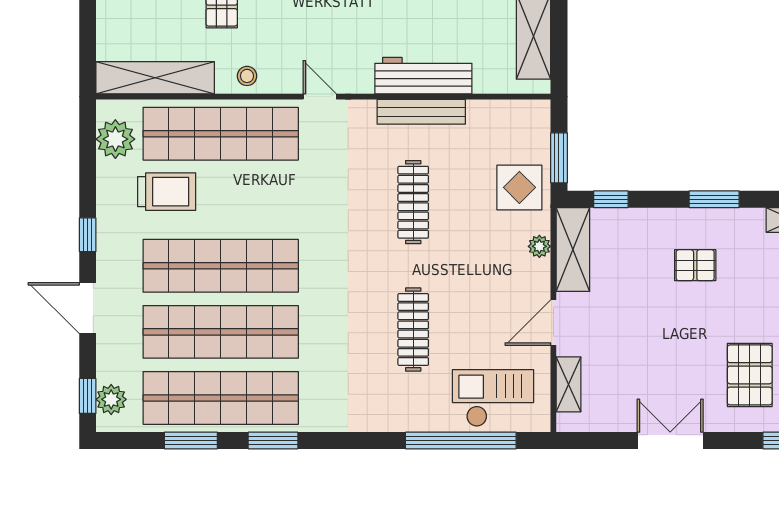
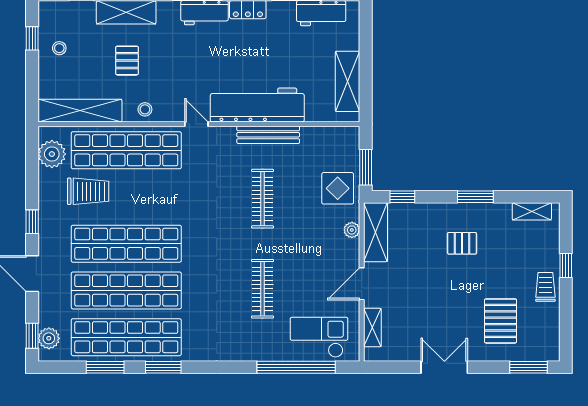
workbench: (423, 76) -> (257, 105), width x1.36, depth x1.32

